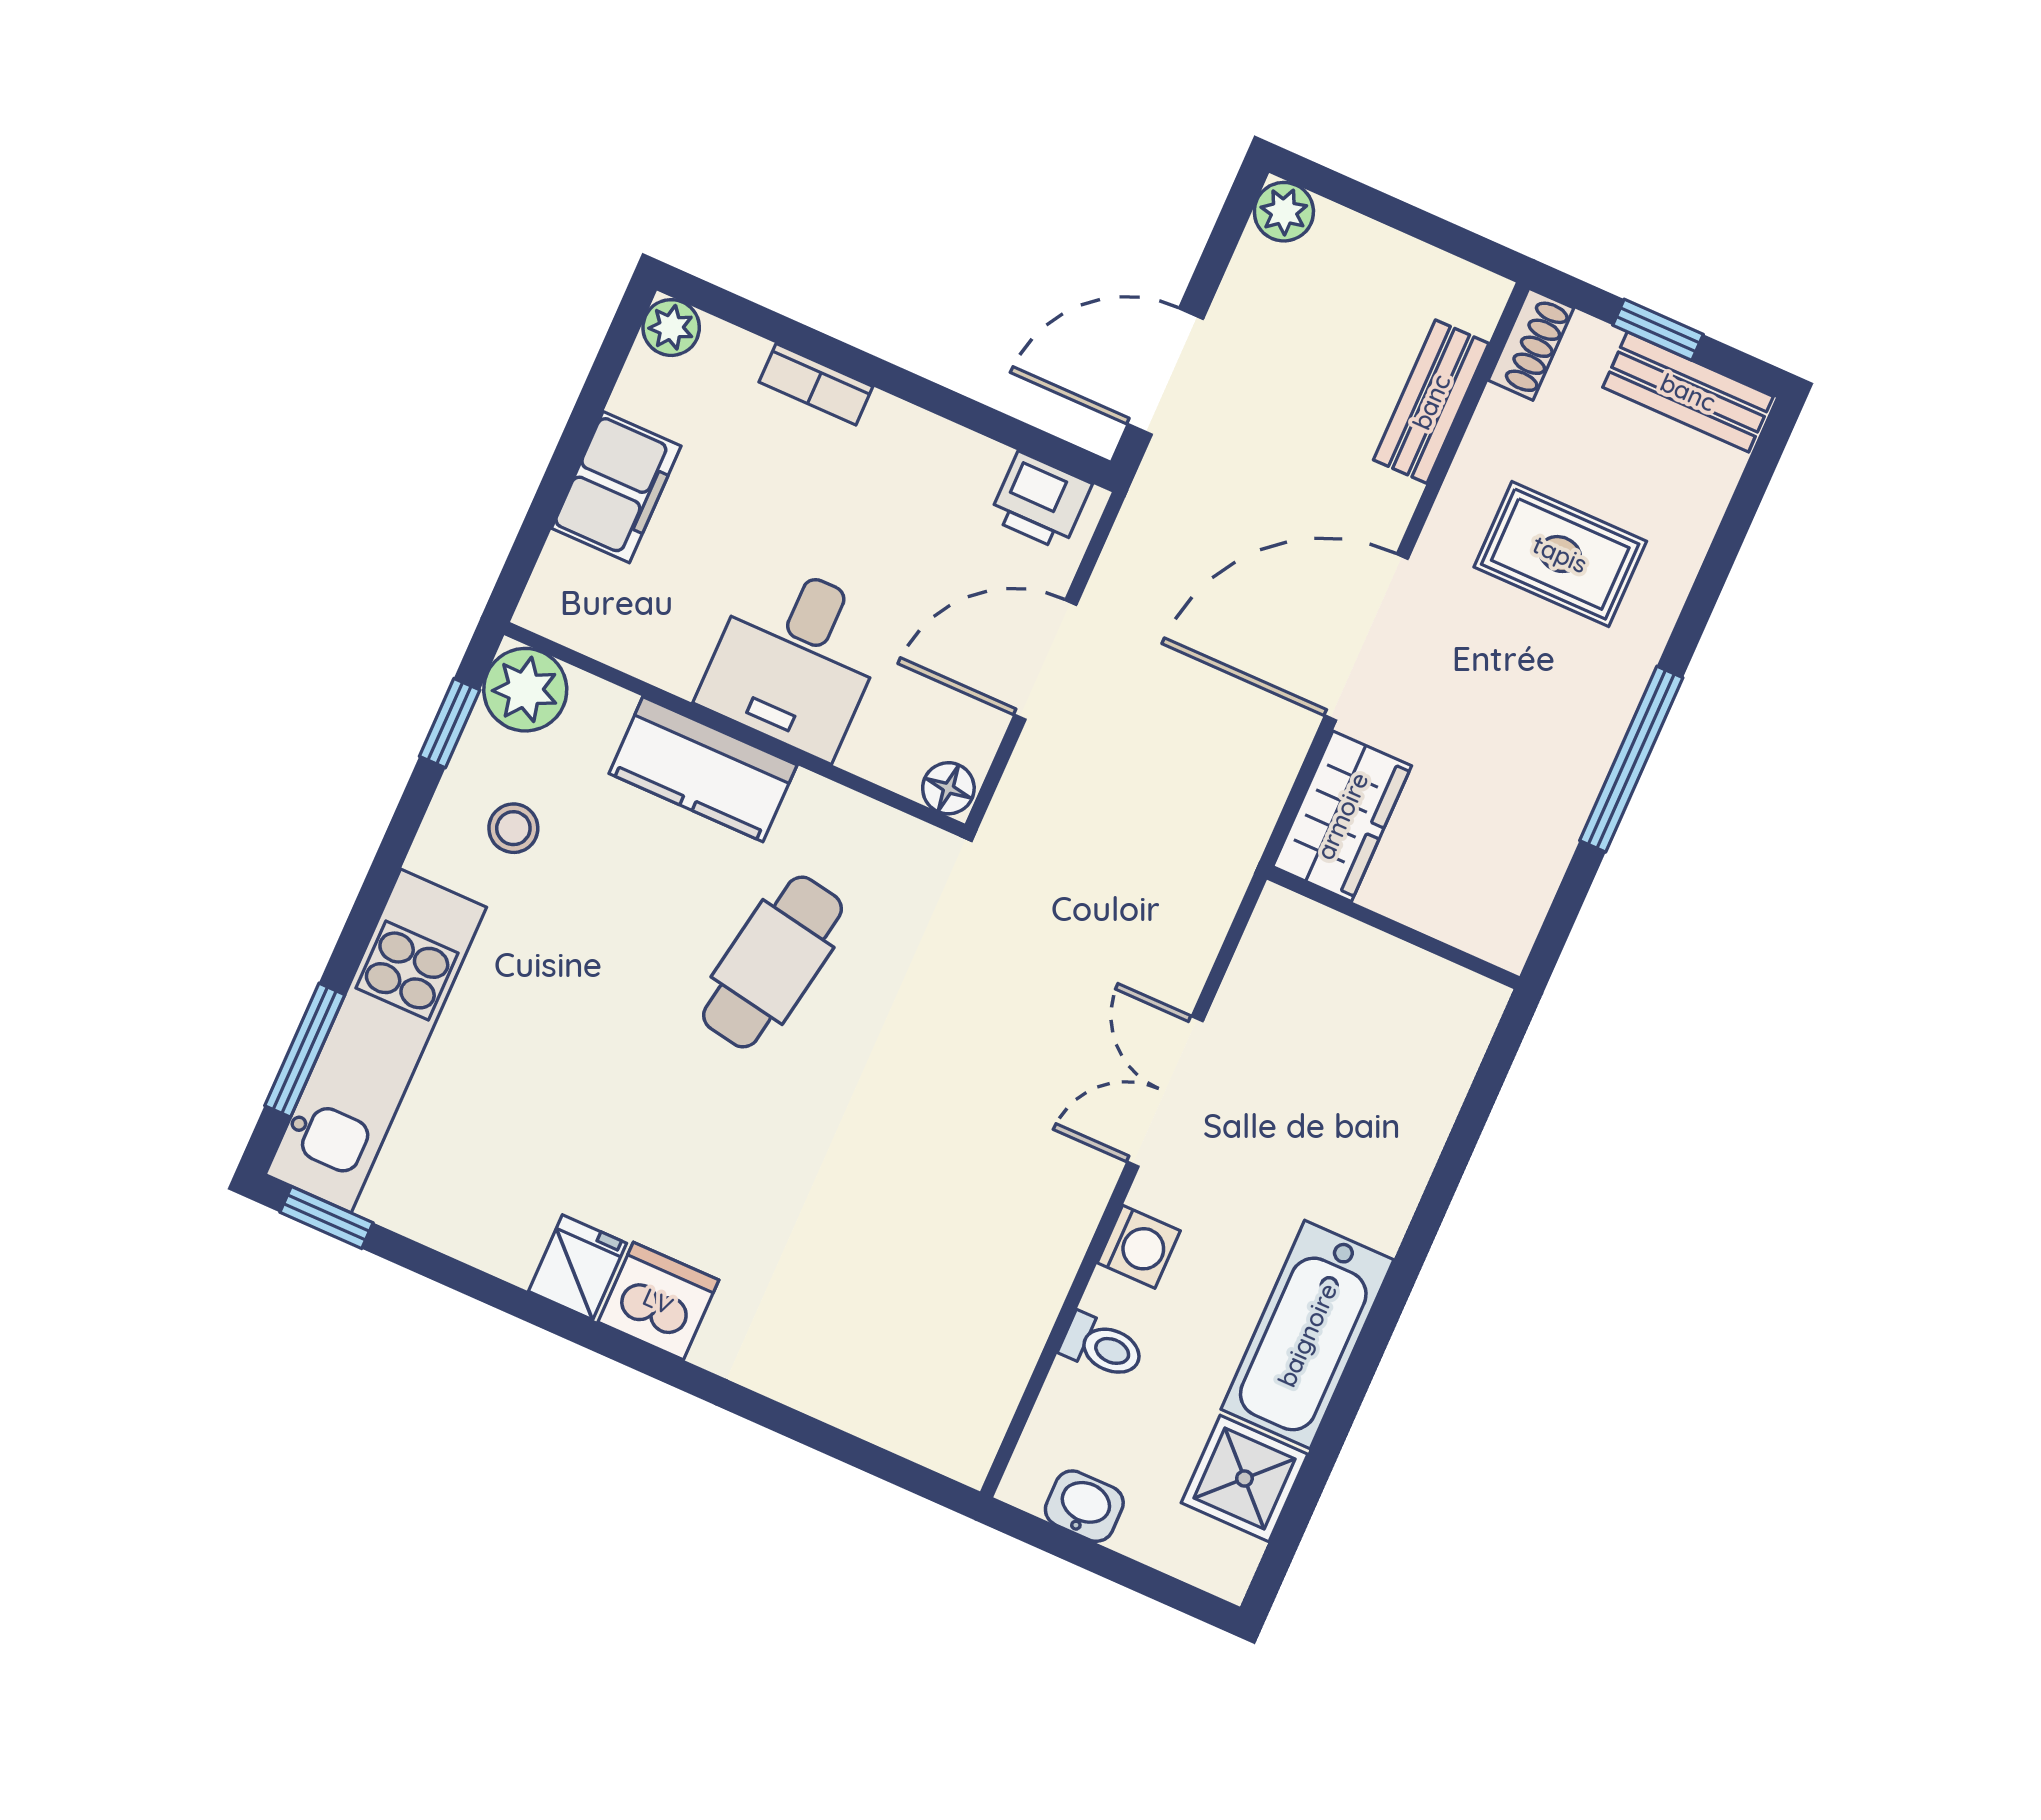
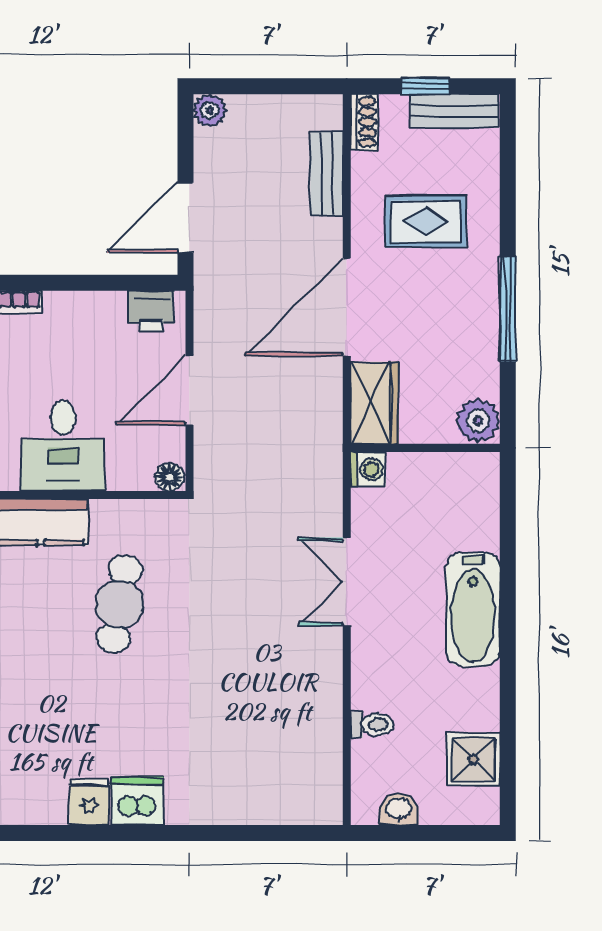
plant: (1500, 922) -> (478, 421), added
washing machine: (1139, 1247) -> (368, 469), moved
bathtub: (1307, 1335) -> (473, 609), moved

